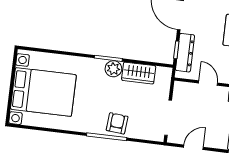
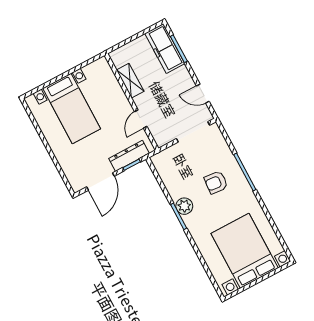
wardrobe: (139, 73) -> (173, 183), removed
armchair: (117, 123) -> (216, 182), moved

